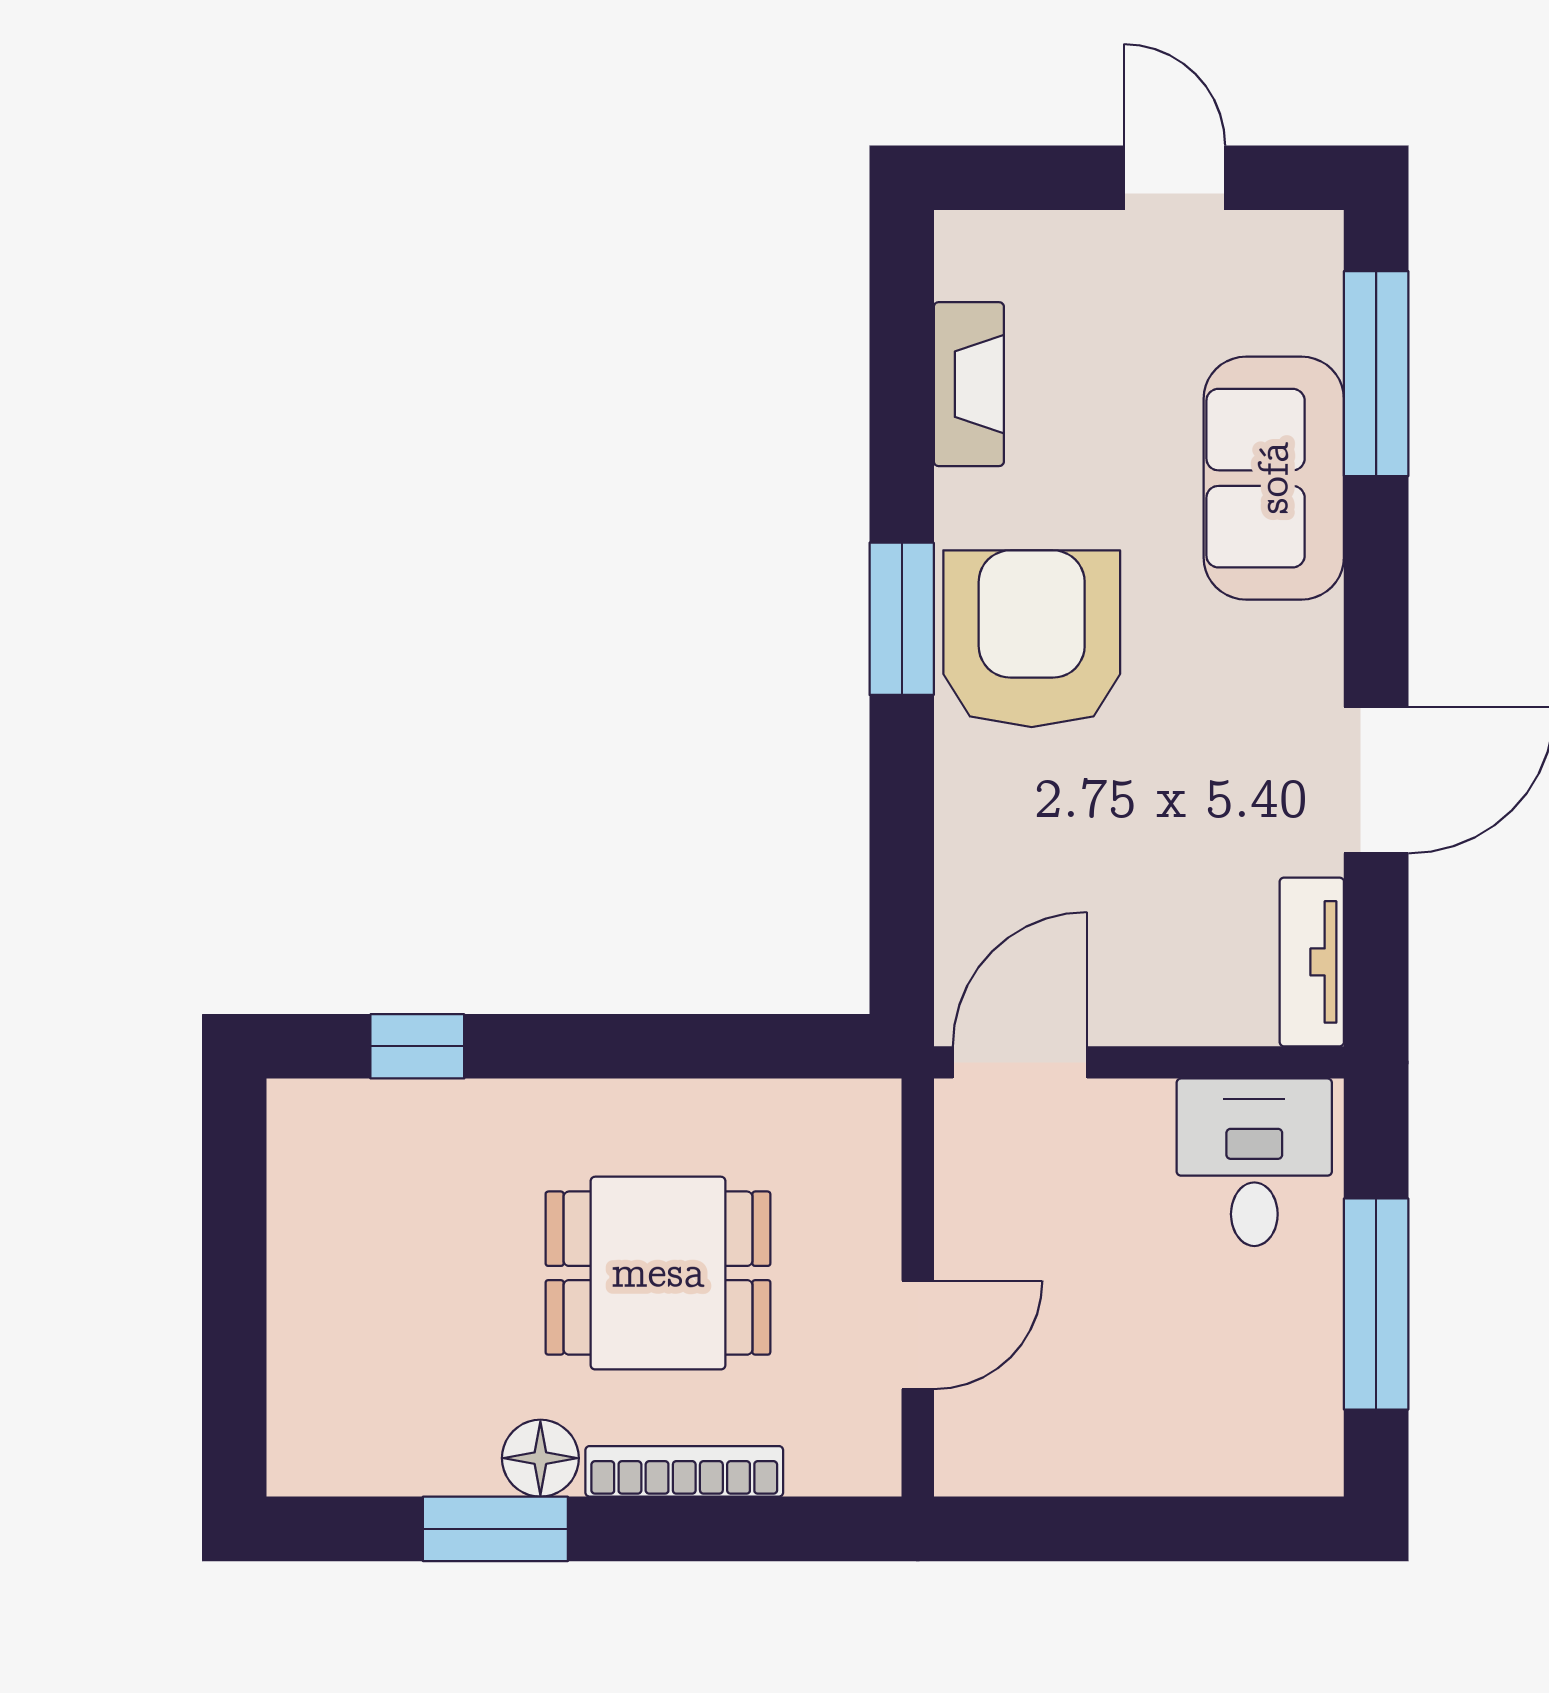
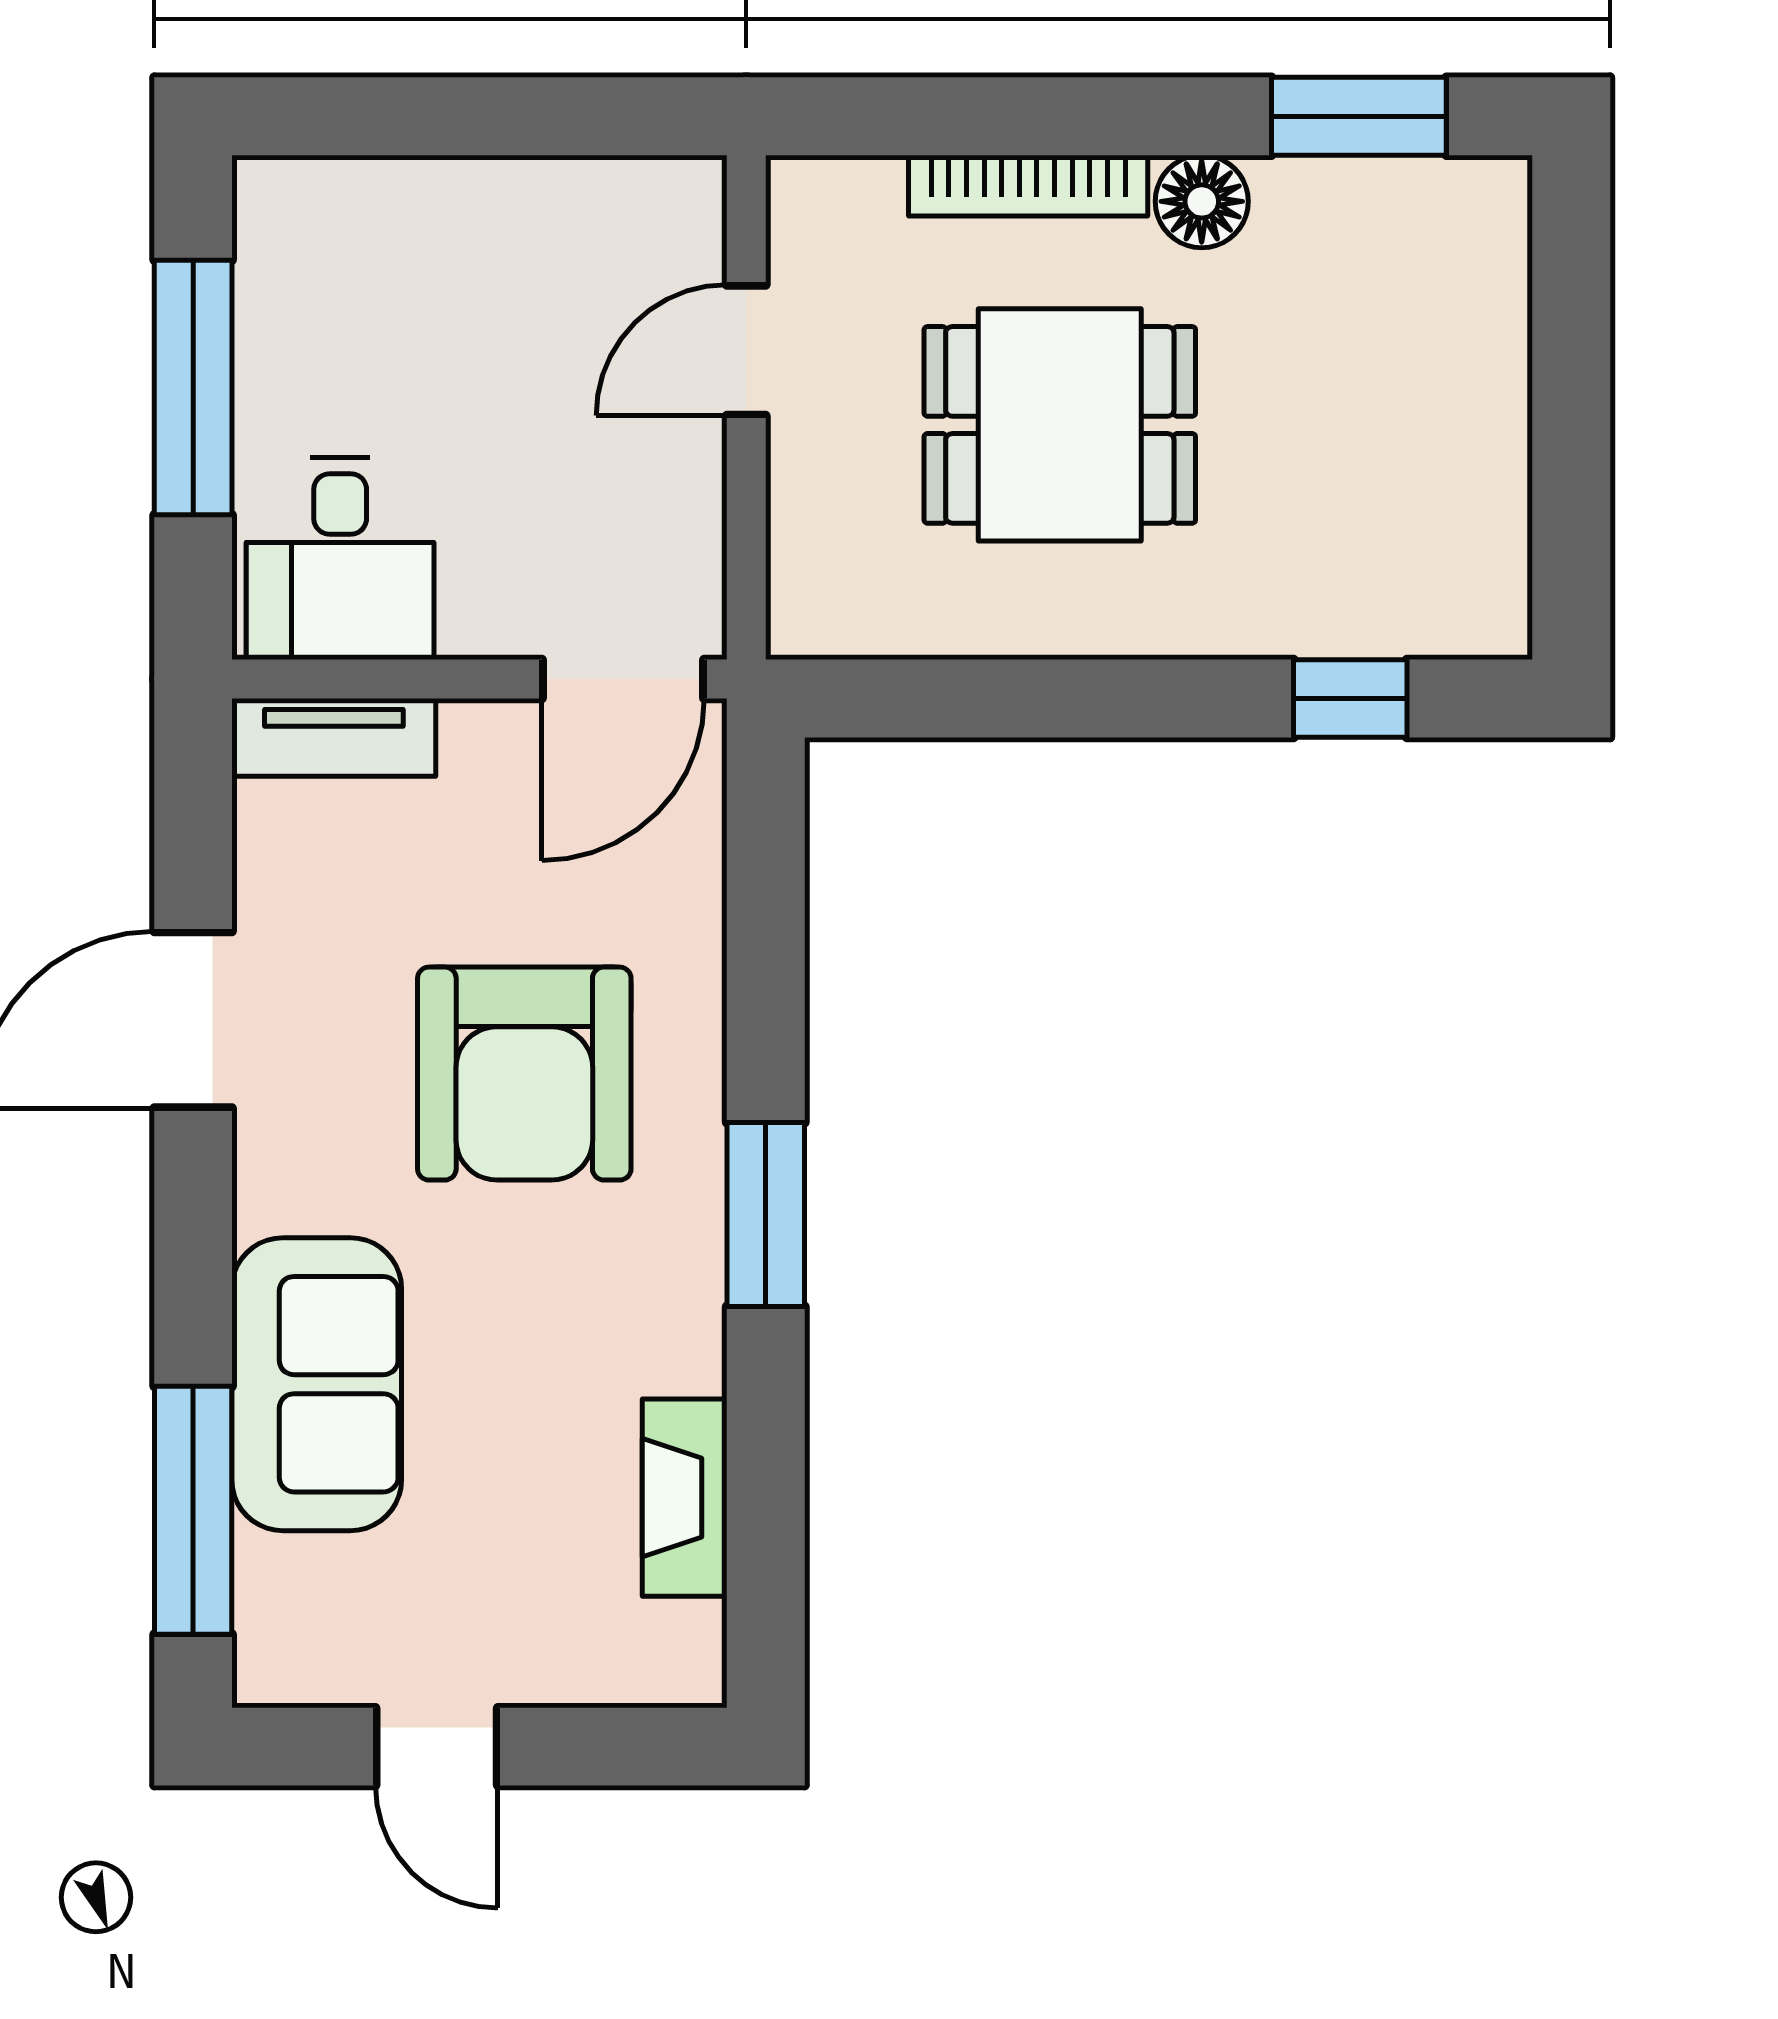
armchair: (1032, 639) -> (524, 1074), moved
tv unit: (1312, 962) -> (334, 737), moved, turned 90
window: (495, 1529) -> (1359, 116), moved

